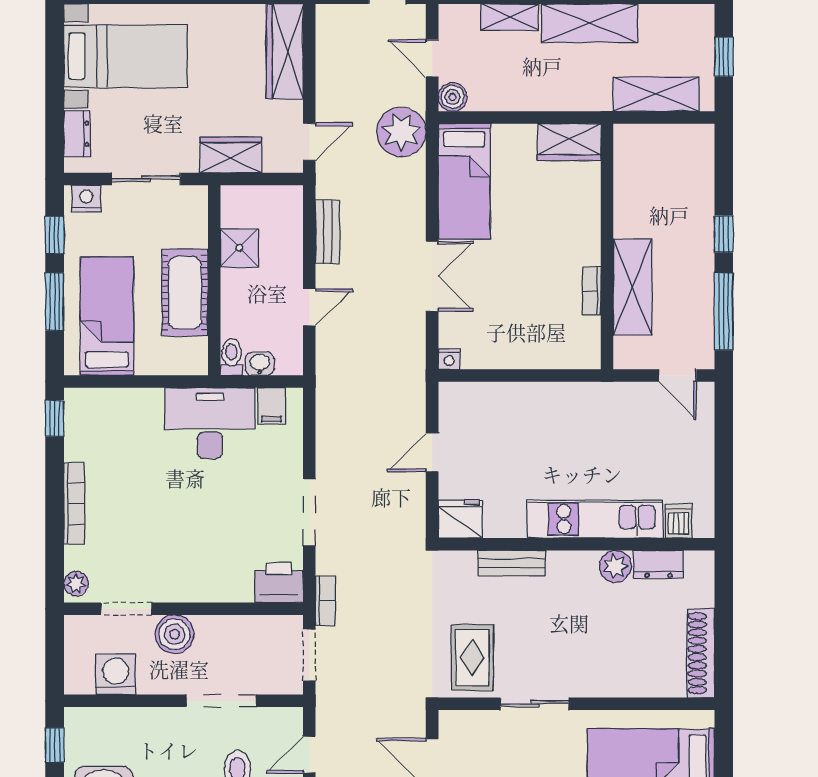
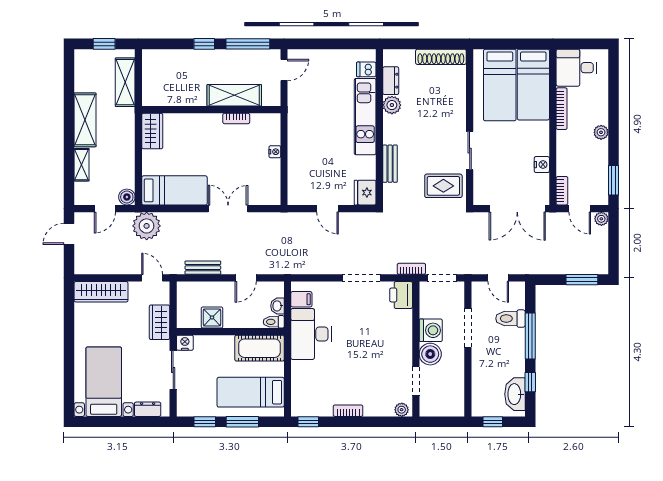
nightstand: (86, 199) -> (185, 343), moved, turned 90
cot: (185, 293) -> (259, 348), moved
door: (309, 307) -> (246, 278), swing flipped
nightstand: (449, 359) -> (275, 152), moved
bookcase: (74, 503) -> (348, 411), width x0.64
washing machine: (116, 674) -> (431, 330), moved, turned 180

